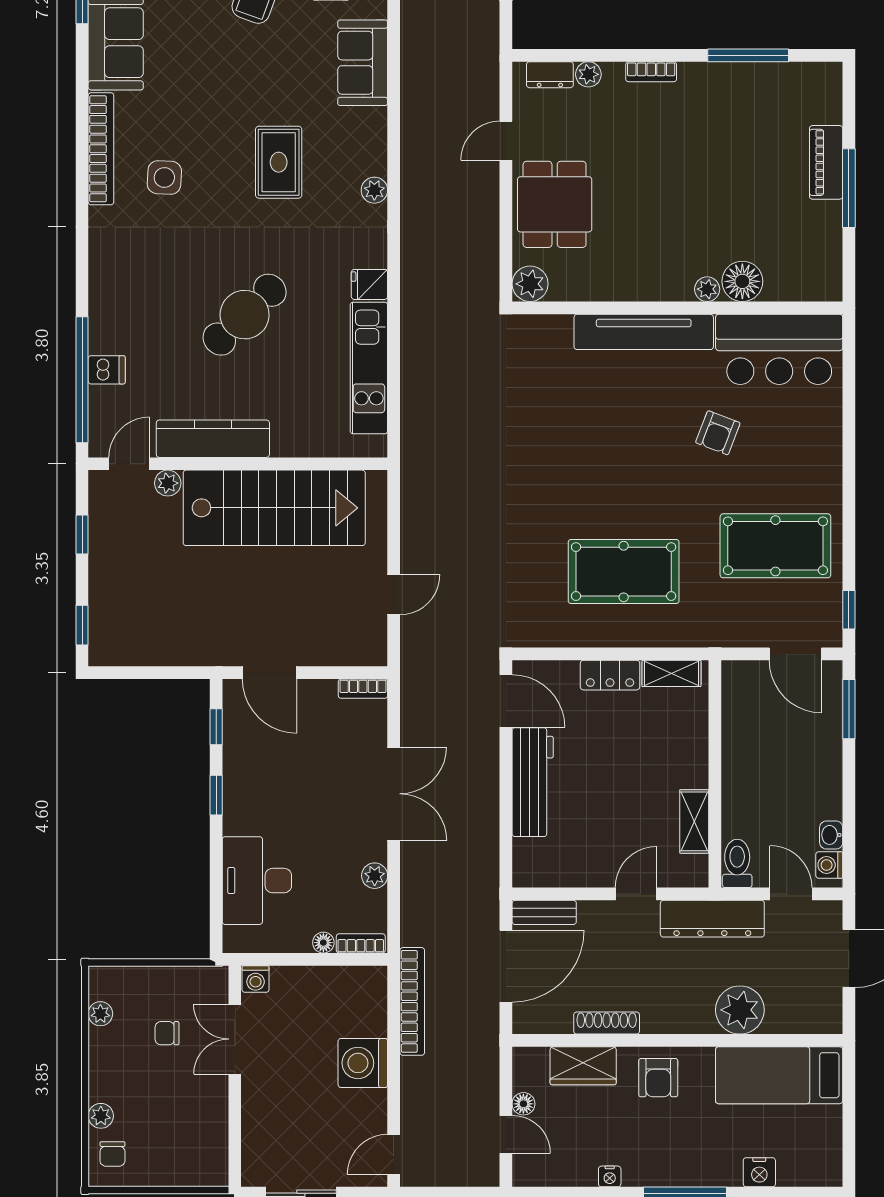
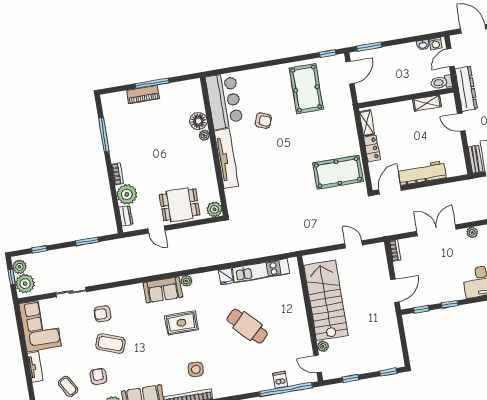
sofa: (363, 63) -> (163, 290), moved
plant: (588, 74) -> (127, 194), width x1.88, depth x1.88
kitchen counter: (213, 439) -> (301, 331), removed
pool table: (624, 572) -> (338, 172), moved, turned 90

